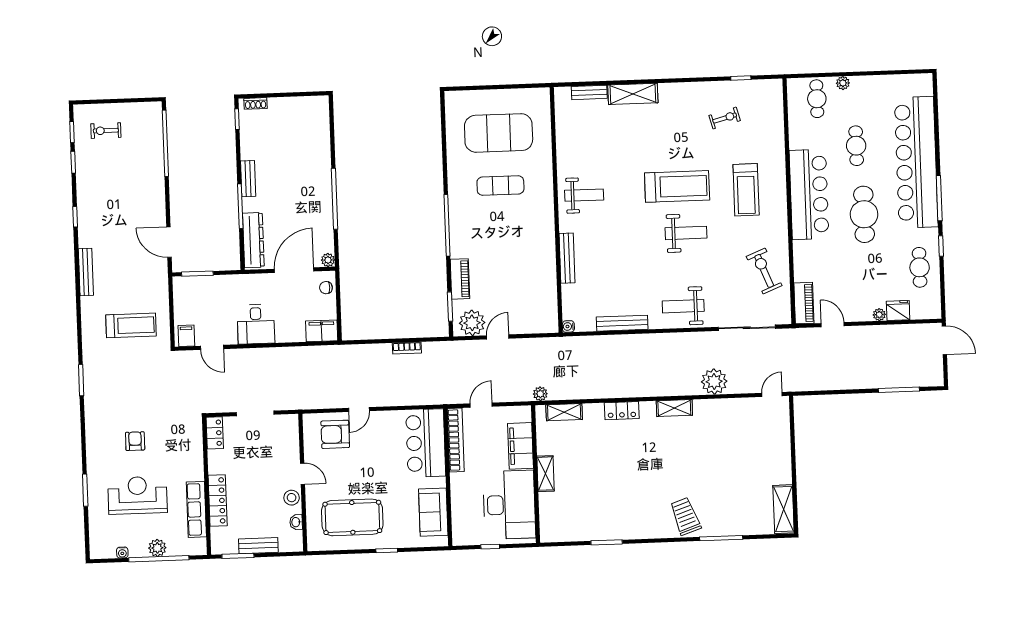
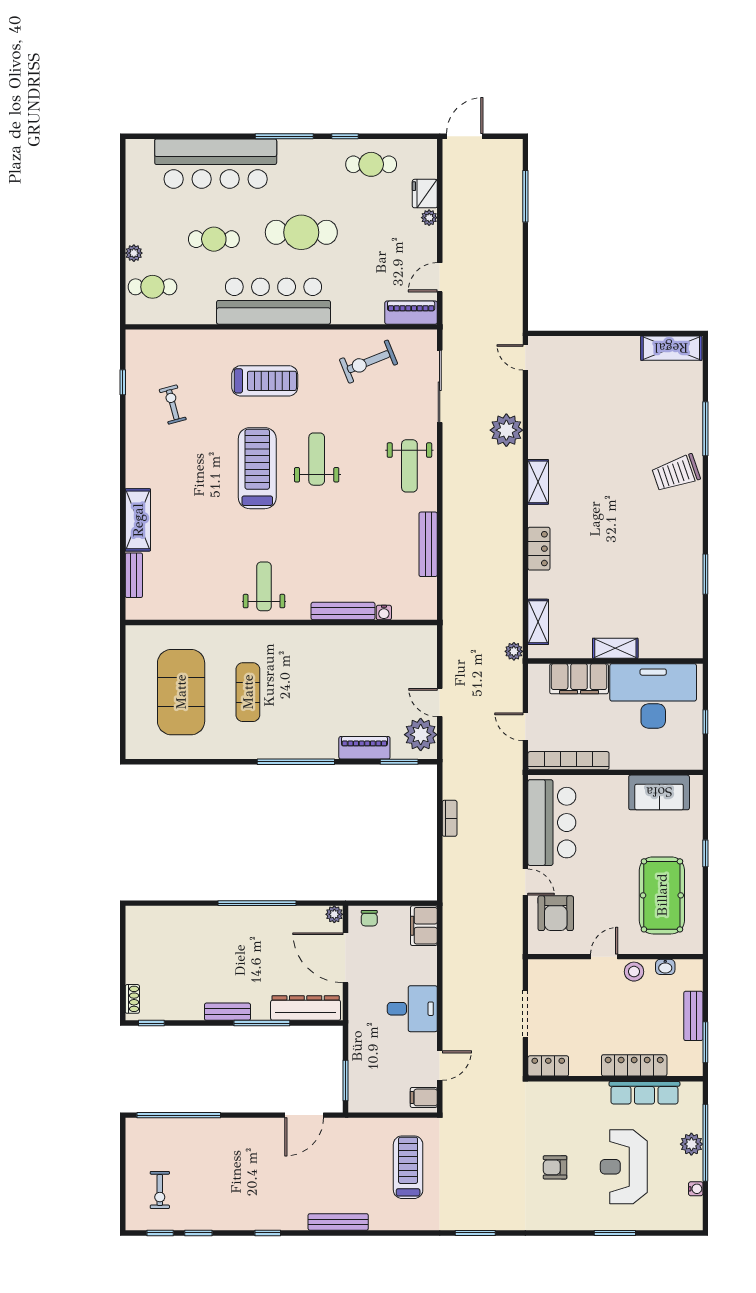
bar counter: (916, 162) -> (216, 164), width x0.73
water cooler: (568, 326) -> (384, 613), moved
bar counter: (426, 443) -> (552, 823), moved, turned -90

